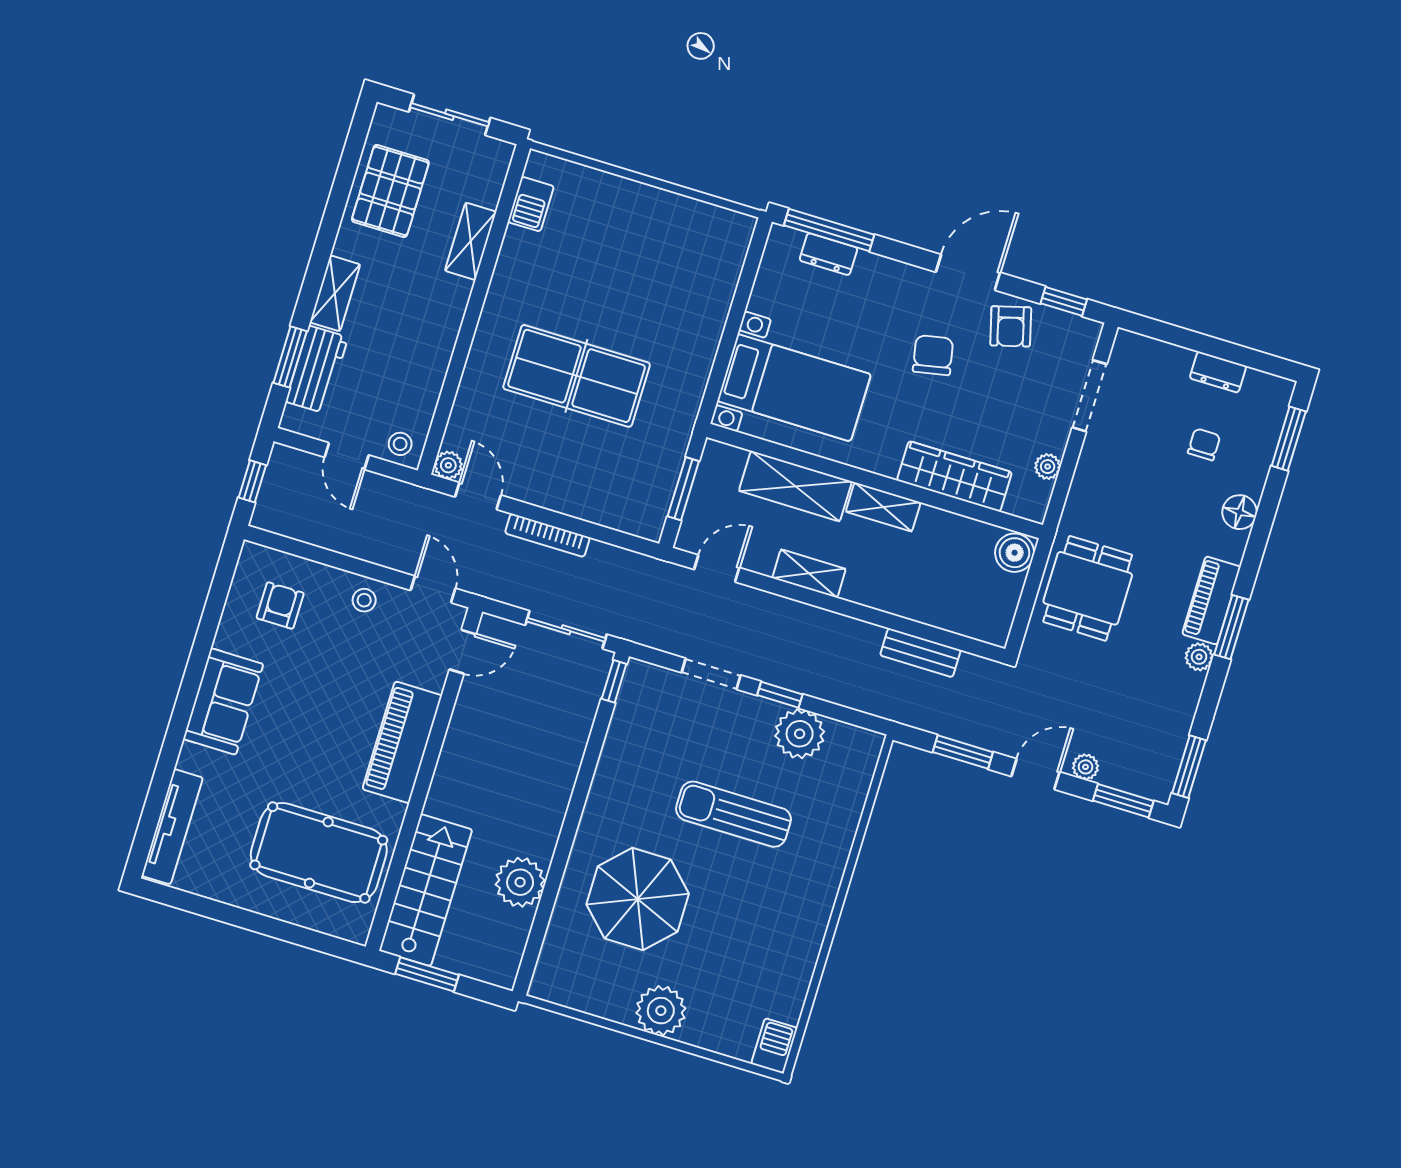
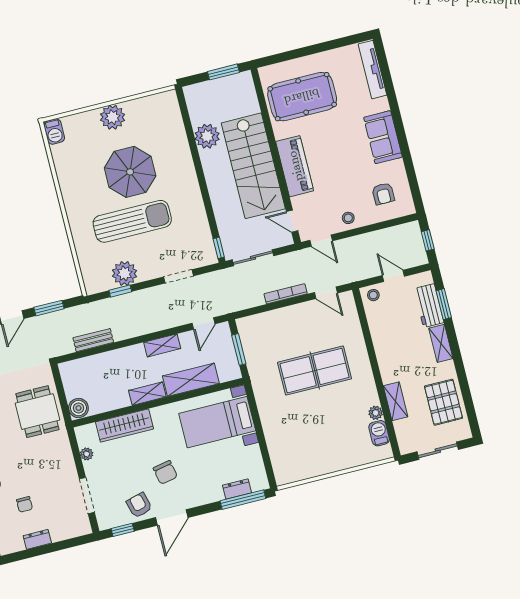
plant: (448, 465) -> (376, 413), moved
door: (463, 652) -> (292, 221), hinge flipped
window: (780, 695) -> (120, 291), moved
sun lounger: (733, 814) -> (132, 221), width x1.36, depth x1.34
stairs: (426, 890) -> (253, 166), moved, width x1.36, depth x1.51
parasol: (638, 899) -> (130, 172), moved

